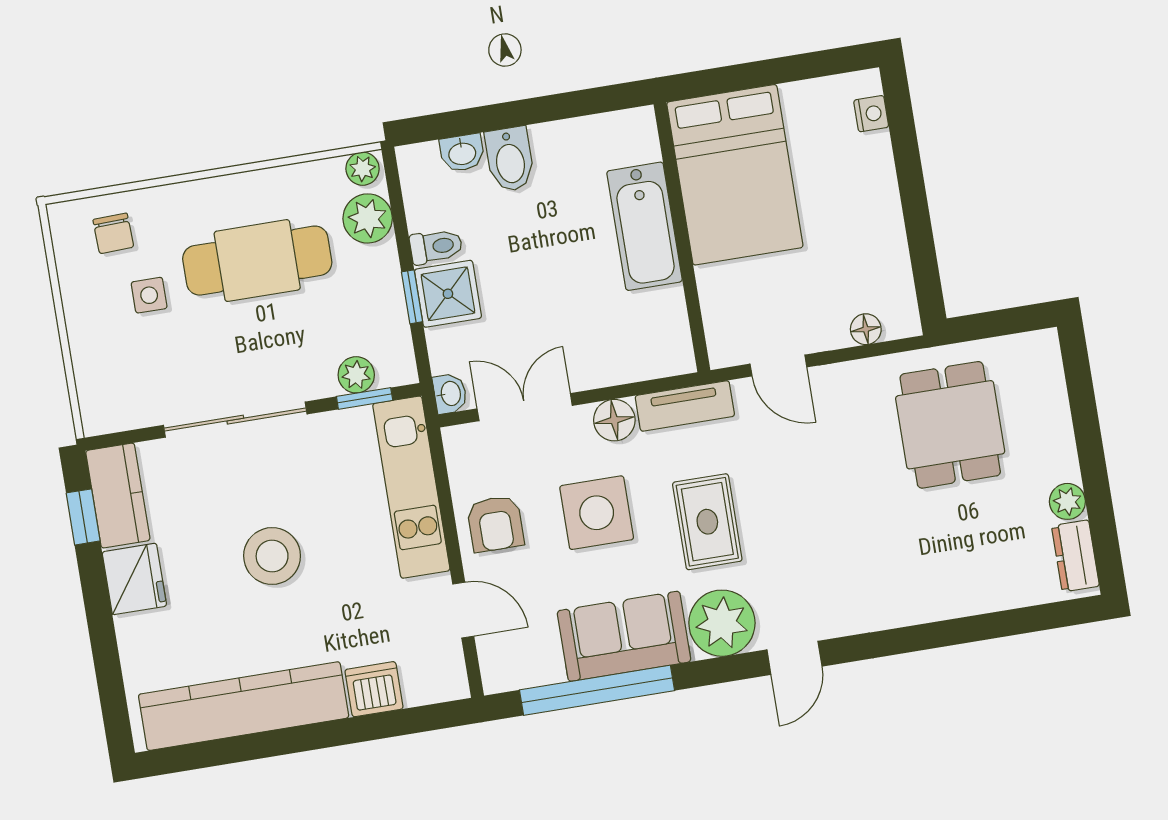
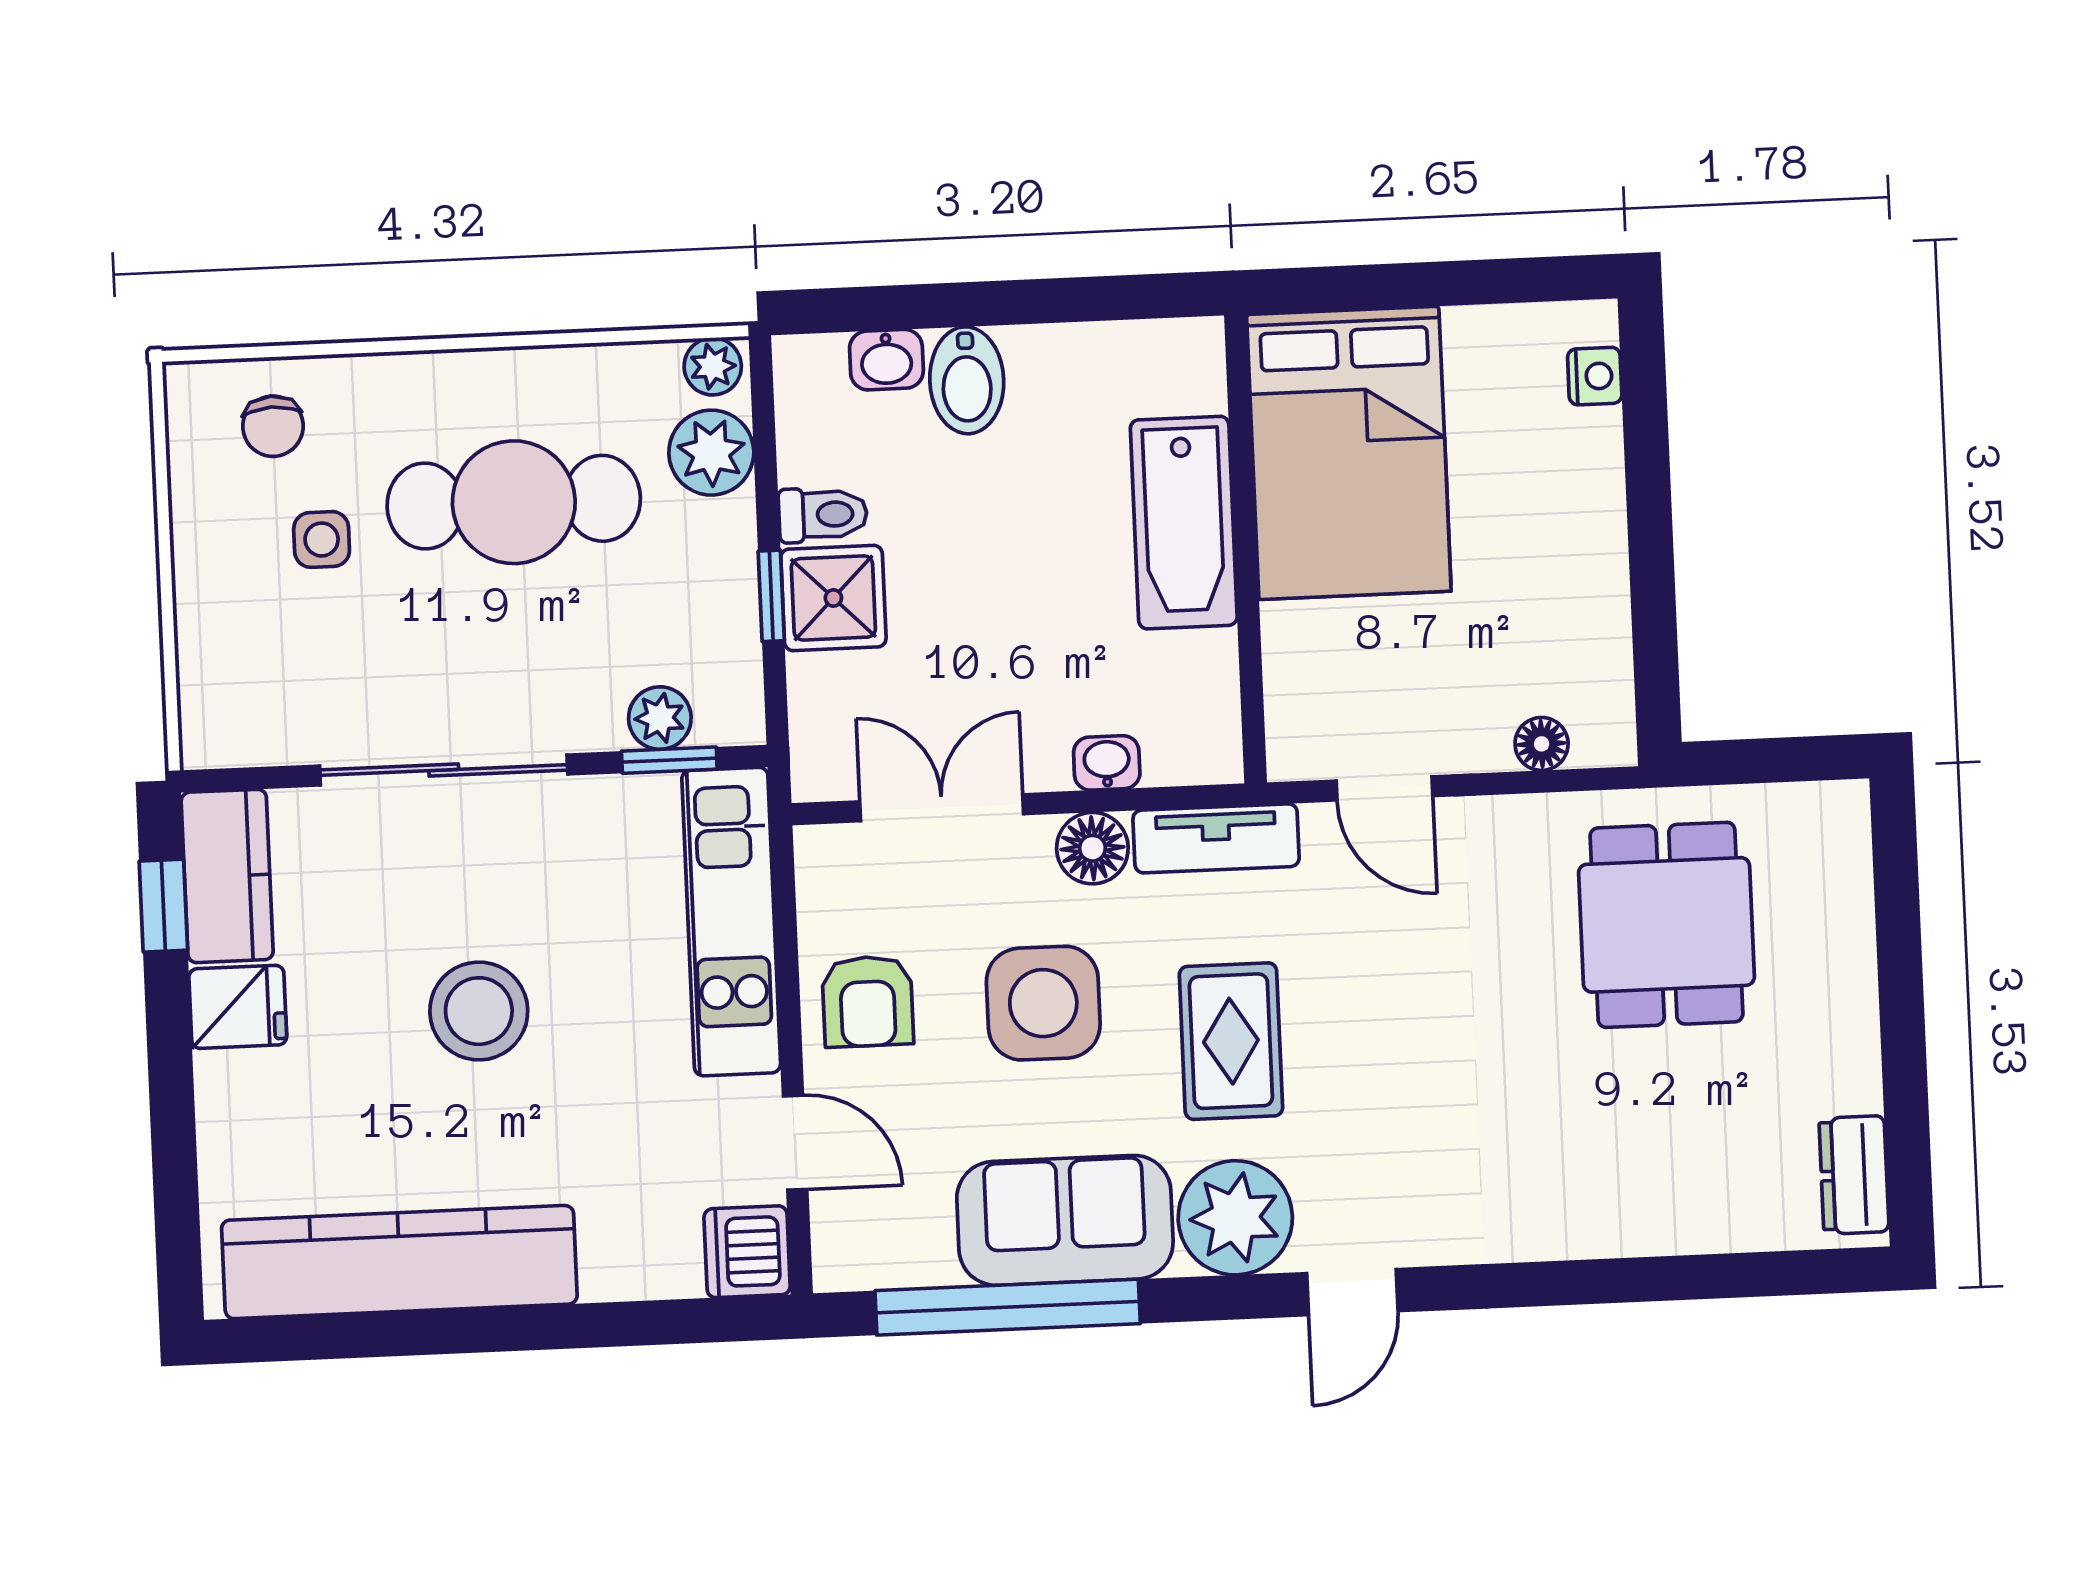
washbasin: (450, 394) -> (1107, 763), moved, turned -90
plant: (1067, 501) -> (1852, 1080), removed
fridge: (134, 579) -> (238, 1007), width x0.72
dishwasher: (374, 689) -> (747, 1252), moved, turned -90

